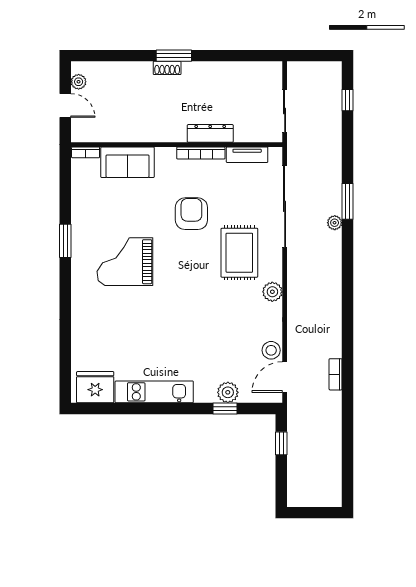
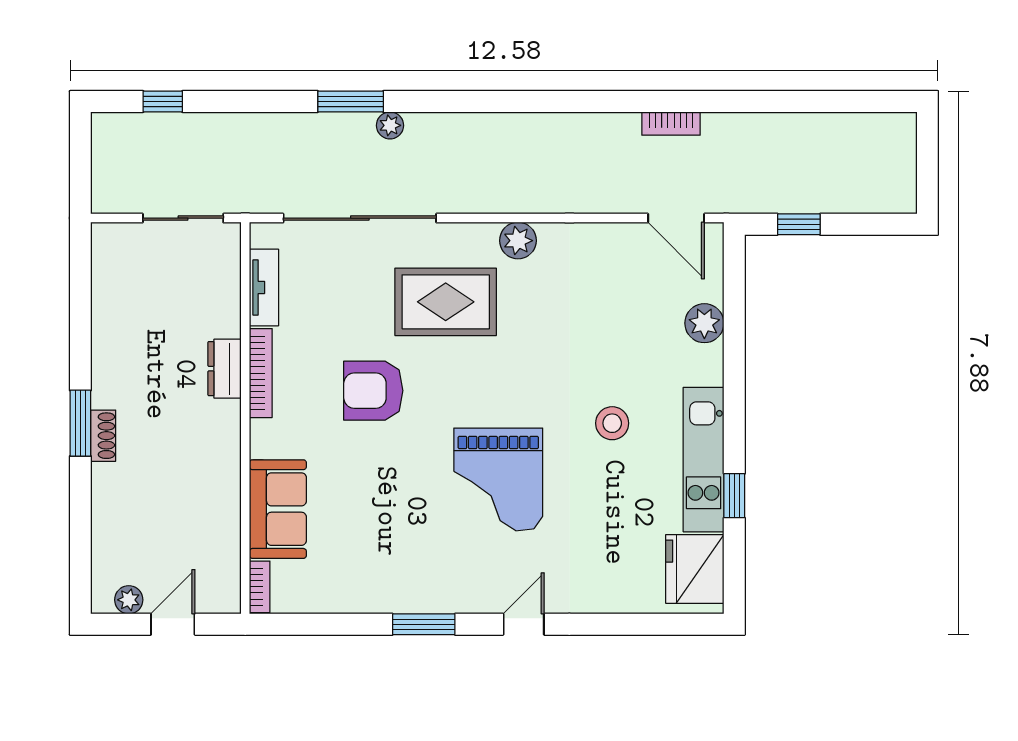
dresser: (210, 133) -> (225, 369), width x0.70
grand piano: (125, 262) -> (498, 479), moved
door: (65, 295) -> (524, 624), added
stool: (271, 350) -> (612, 423), moved
window: (225, 408) -> (734, 496), moved

